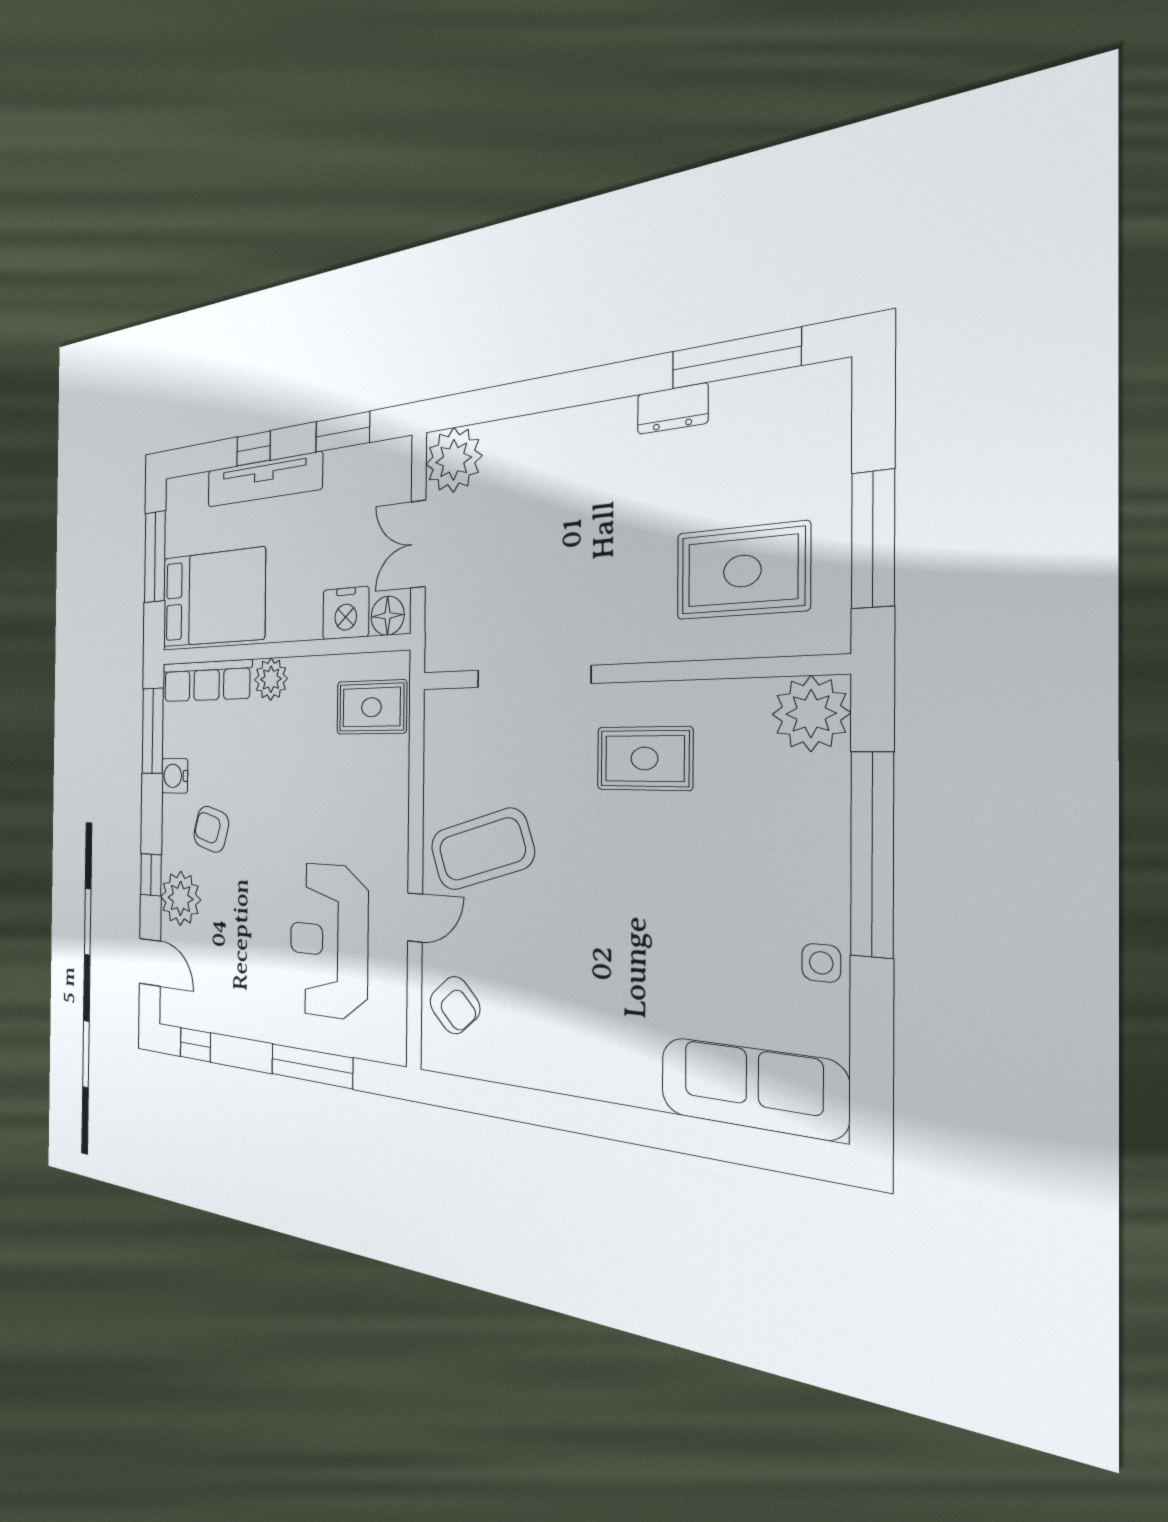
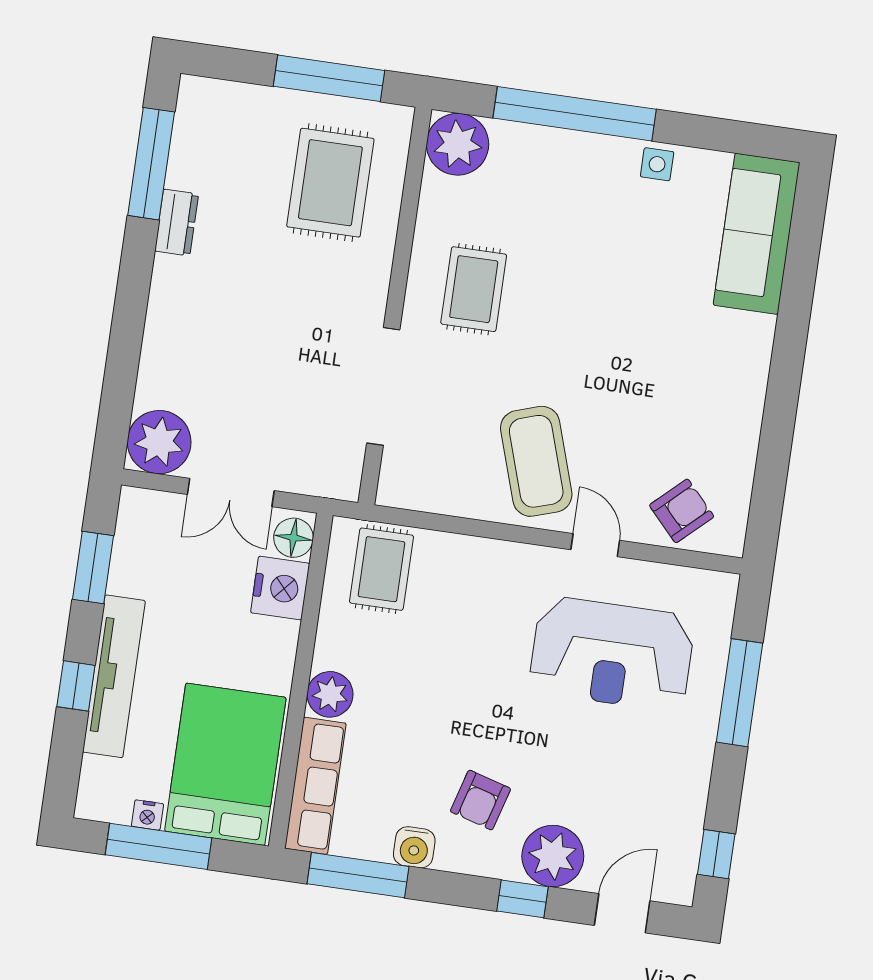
nightstand: (174, 541) -> (147, 815), added

